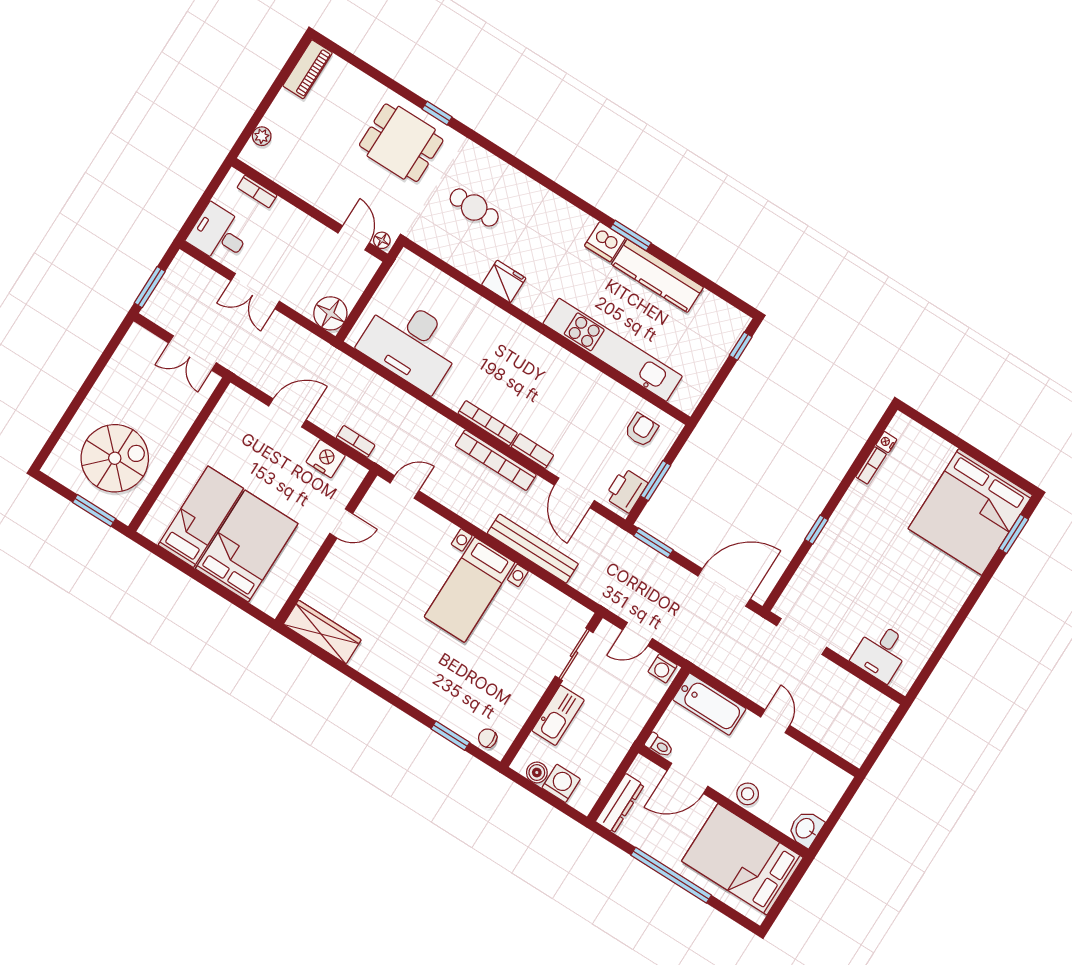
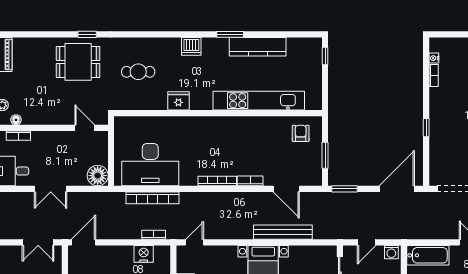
floor lamp: (382, 240) -> (16, 120), moved
dishwasher: (605, 242) -> (191, 46), moved
door: (287, 413) -> (84, 242), moved
bookcase: (496, 460) -> (153, 198), moved
printer: (626, 490) -> (313, 170), removed

